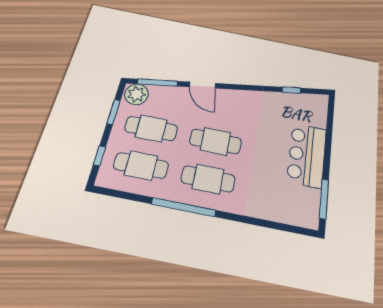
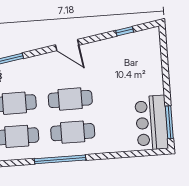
door: (202, 85) -> (67, 45), moved
bar counter: (307, 155) -> (152, 123), moved

